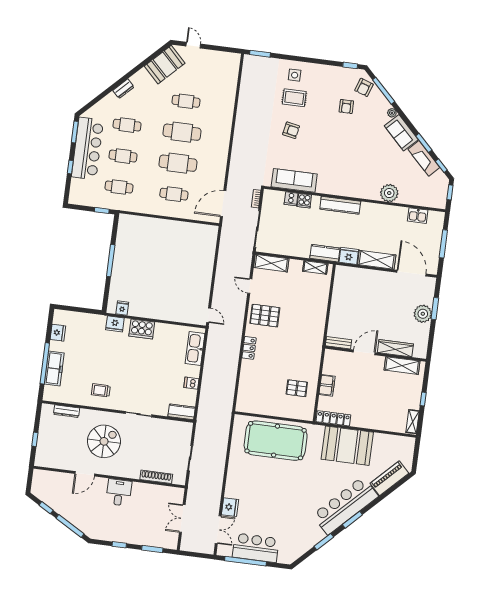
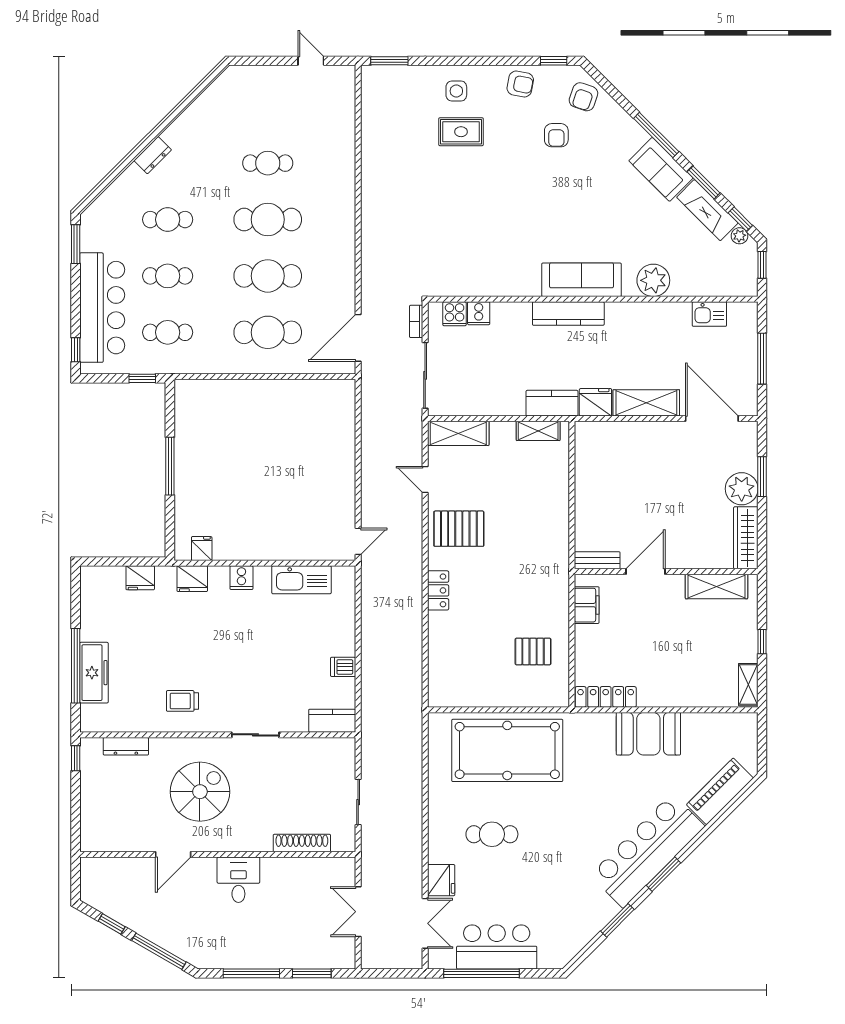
door: (193, 45) -> (311, 61), moved
booth: (165, 65) -> (221, 102), removed
window: (384, 91) -> (656, 135), moved
plant: (392, 113) -> (739, 236), moved
armchair: (291, 130) -> (520, 84), moved
bar counter: (87, 148) -> (102, 308), moved
window: (70, 167) -> (76, 350), moved
sofa: (294, 180) -> (581, 280), moved
cafe table: (174, 194) -> (268, 332), width x1.37, depth x1.35
cooker: (304, 201) -> (455, 314), moved
door: (209, 315) -> (358, 541), hinge flipped
cooker: (142, 329) -> (241, 578), width x0.53, depth x0.76
fridge: (58, 333) -> (140, 578), moved, turned 90
kitchen sink: (195, 348) -> (301, 580), moved, turned -90
wardrobe: (395, 348) -> (746, 538), moved, turned -90
filing cabinet: (327, 385) -> (587, 605), moved
window: (35, 439) -> (76, 758), moved
booth: (347, 446) -> (648, 734), width x0.73, depth x0.70
cafe table: (261, 486) -> (492, 834), added
window: (119, 545) -> (251, 973), width x2.17

